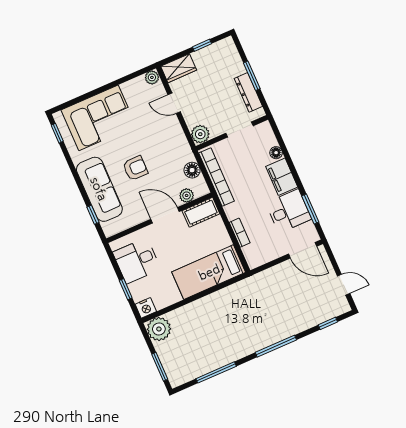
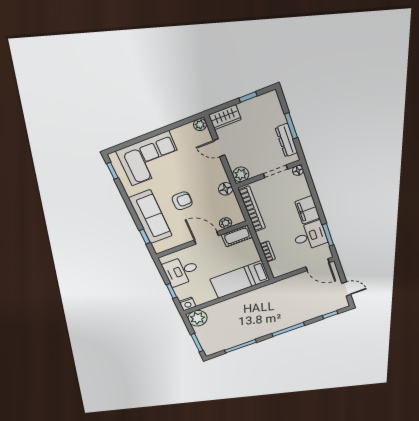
floor lamp: (276, 153) -> (298, 170), moved
floor lamp: (192, 170) -> (226, 189), moved

